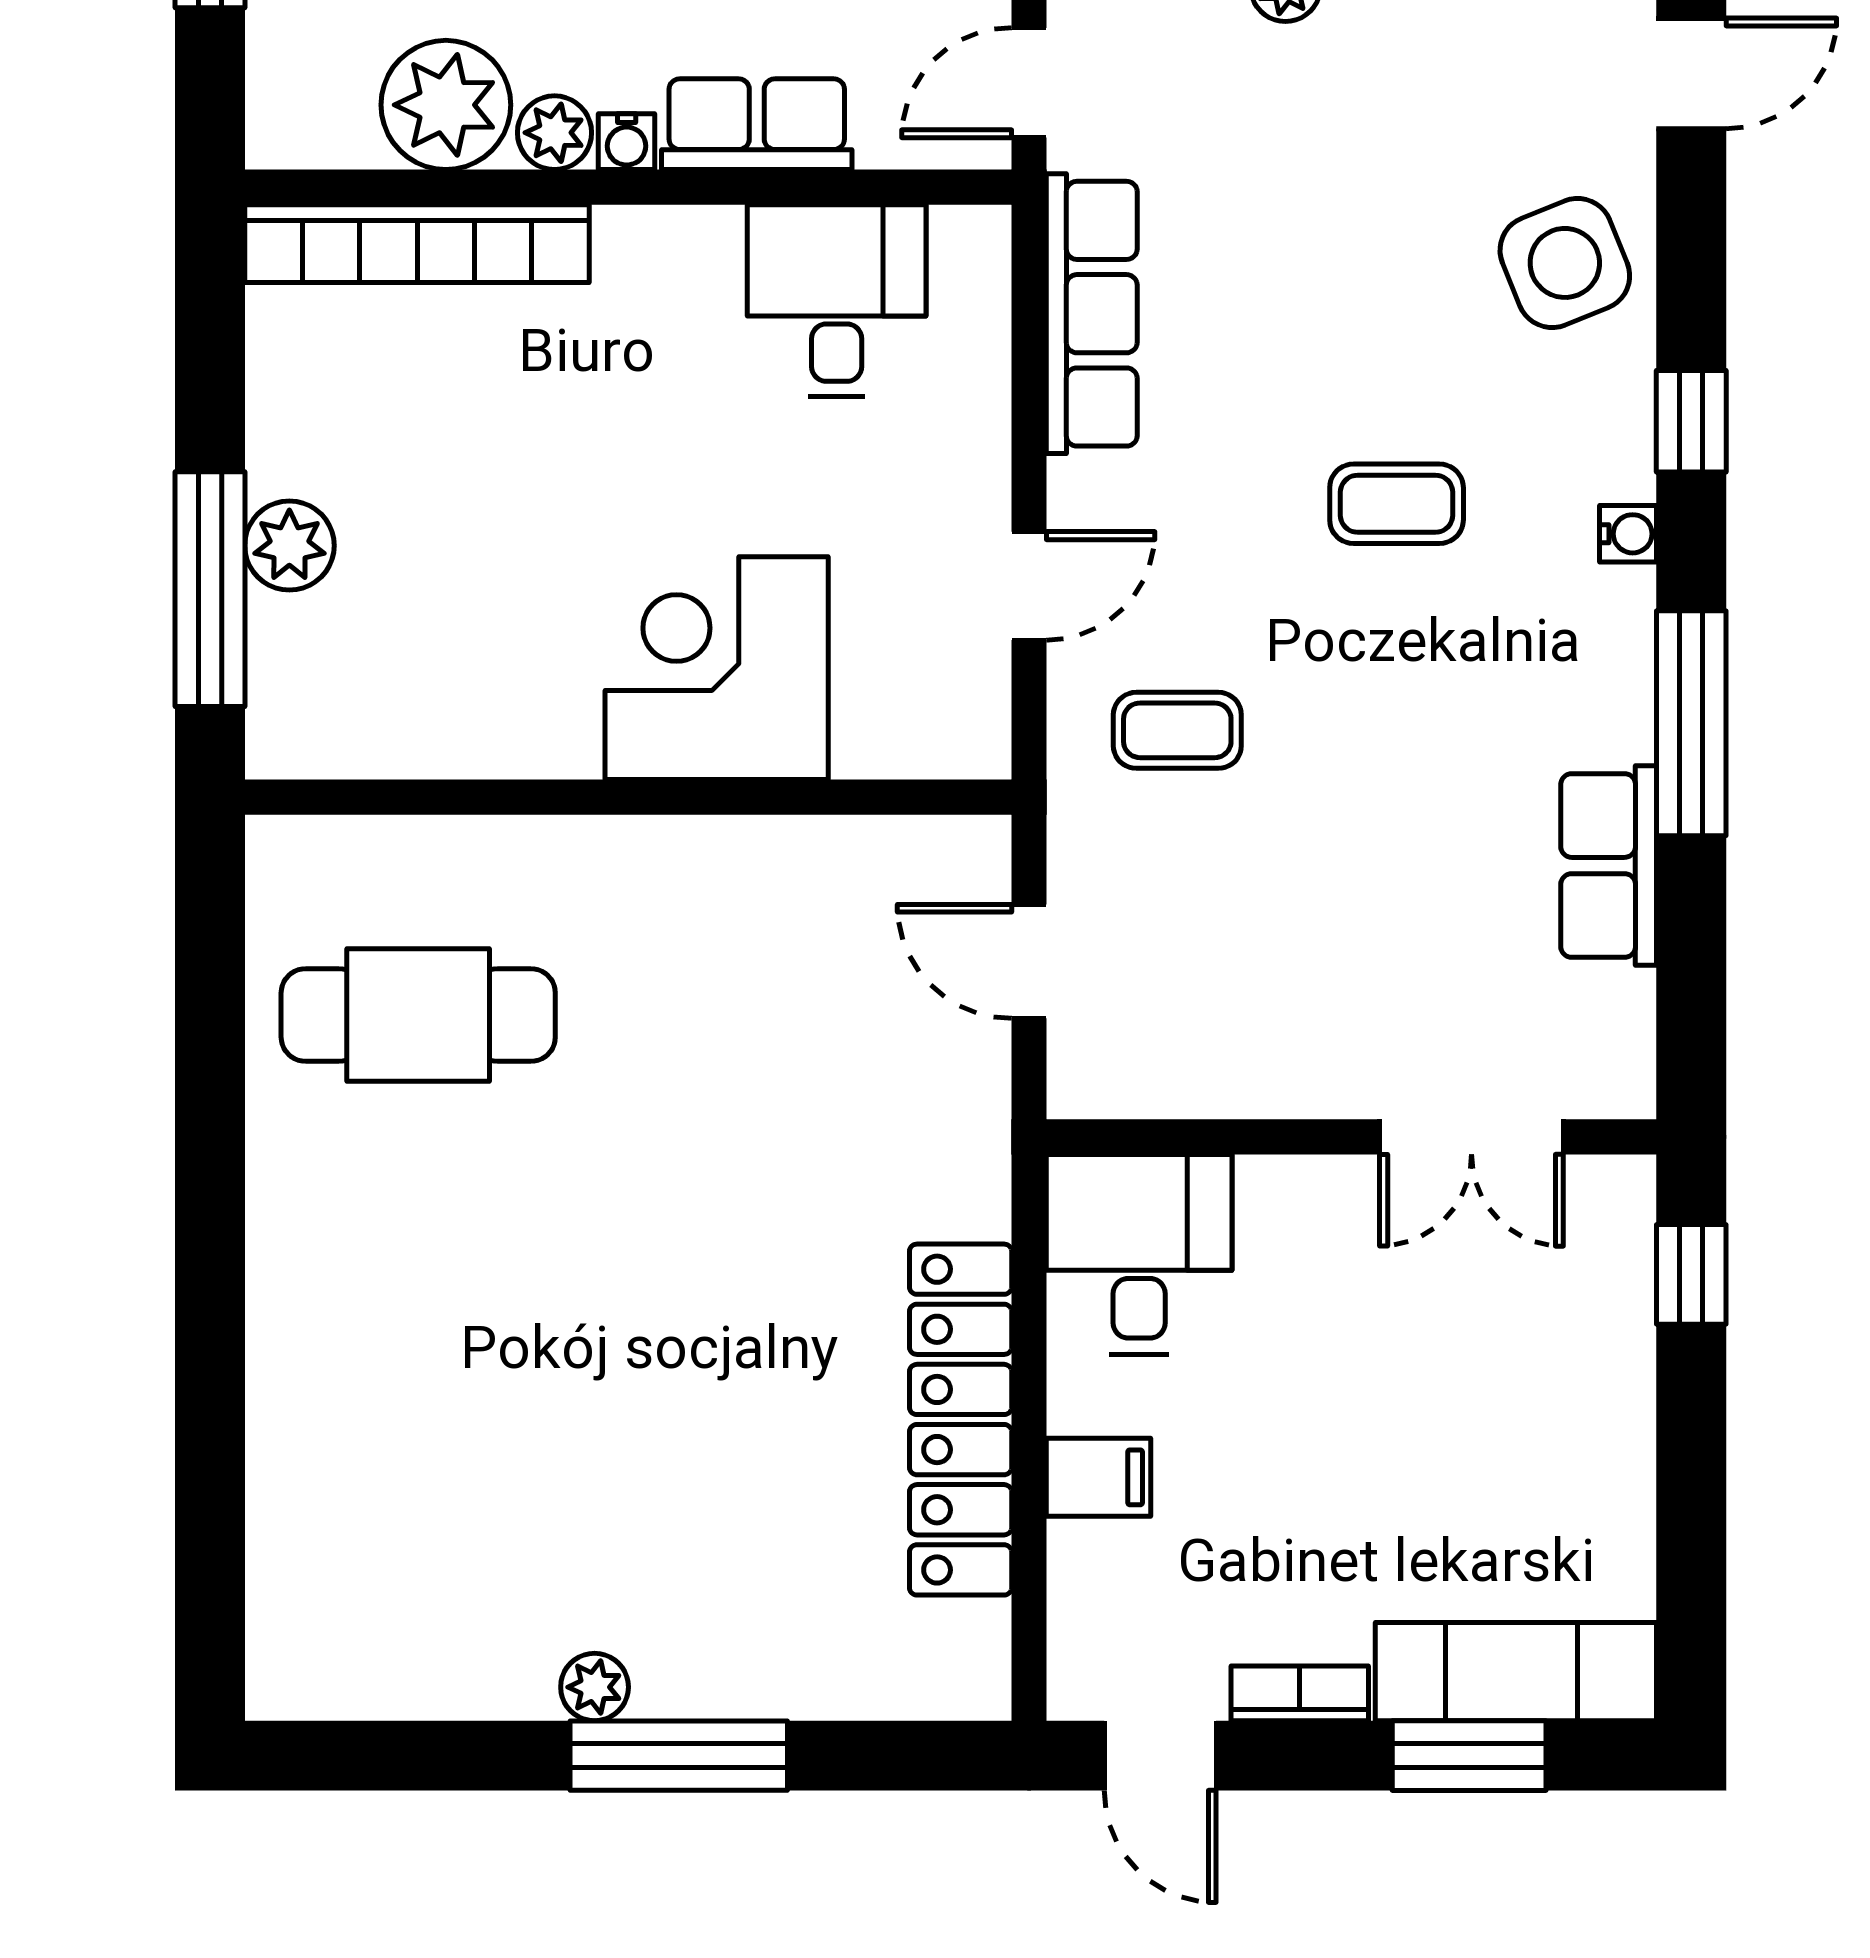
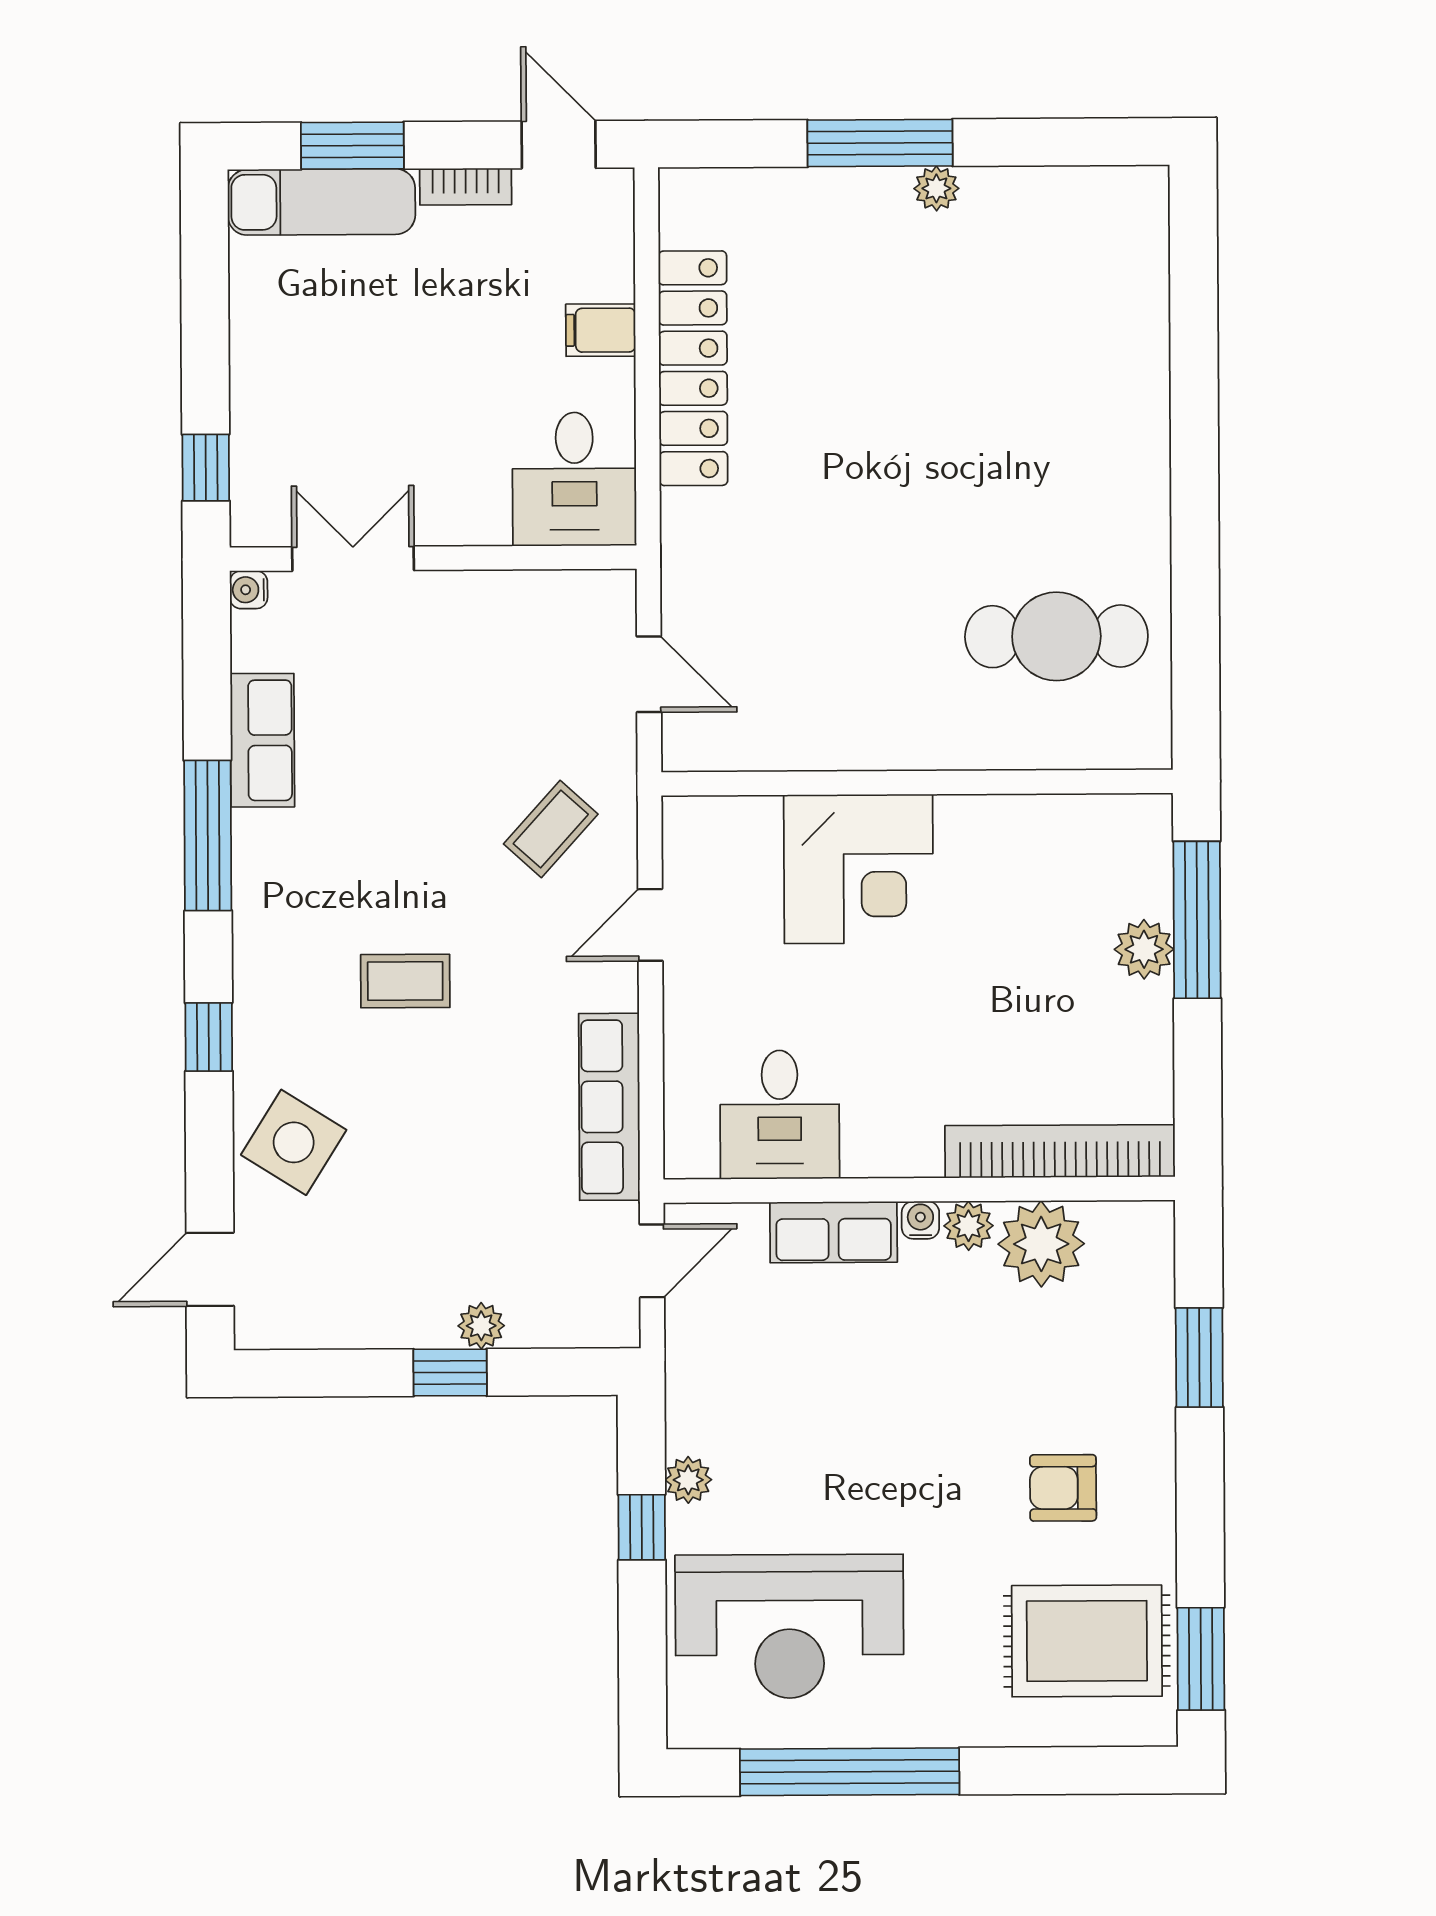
side table: (1565, 263) -> (294, 1142), turned -36
water cooler: (1628, 534) -> (249, 590), moved
coffee table: (1177, 730) -> (551, 829), turned -48

